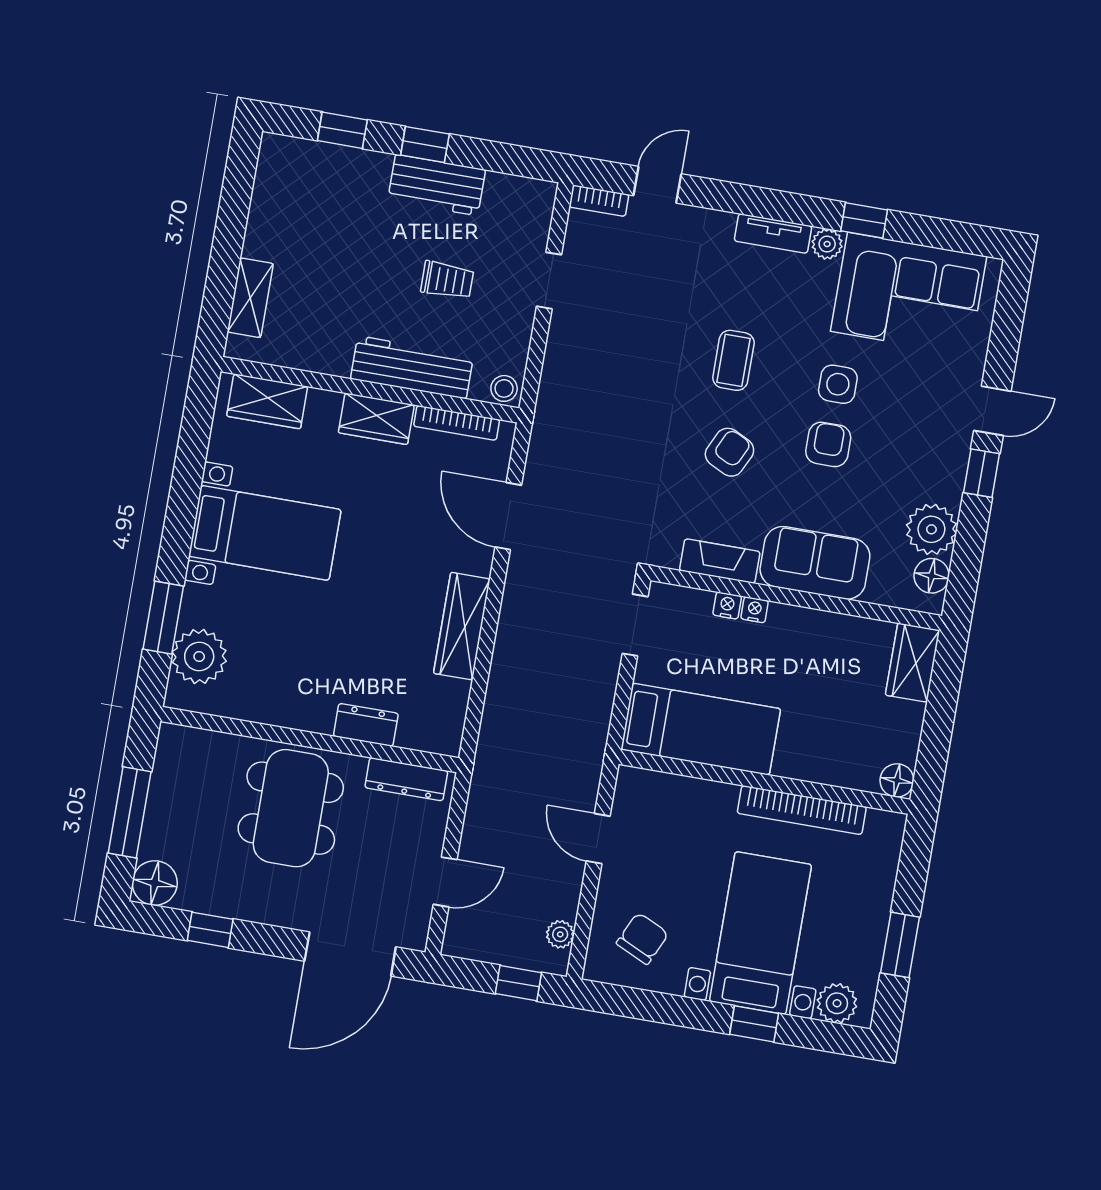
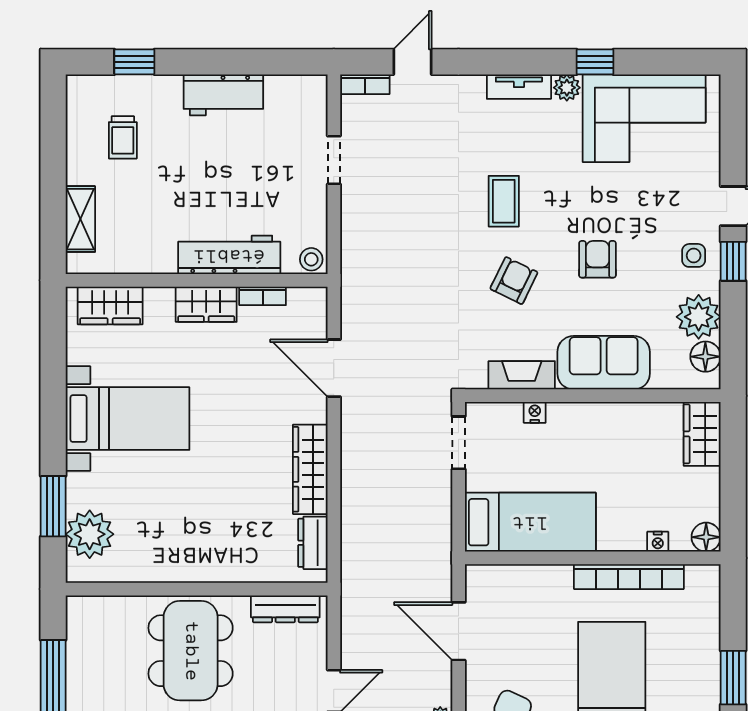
window: (425, 145) -> (207, 62), removed
trolley: (447, 280) -> (123, 137), moved, turned 90
side table: (838, 384) -> (694, 255), moved, width x0.73, depth x0.73
bookcase: (457, 423) -> (263, 296), width x0.64
nightstand: (755, 610) -> (658, 542), moved, turned 180
dresser: (366, 725) -> (313, 543), moved, turned -90
door: (598, 839) -> (459, 631), width x1.38

